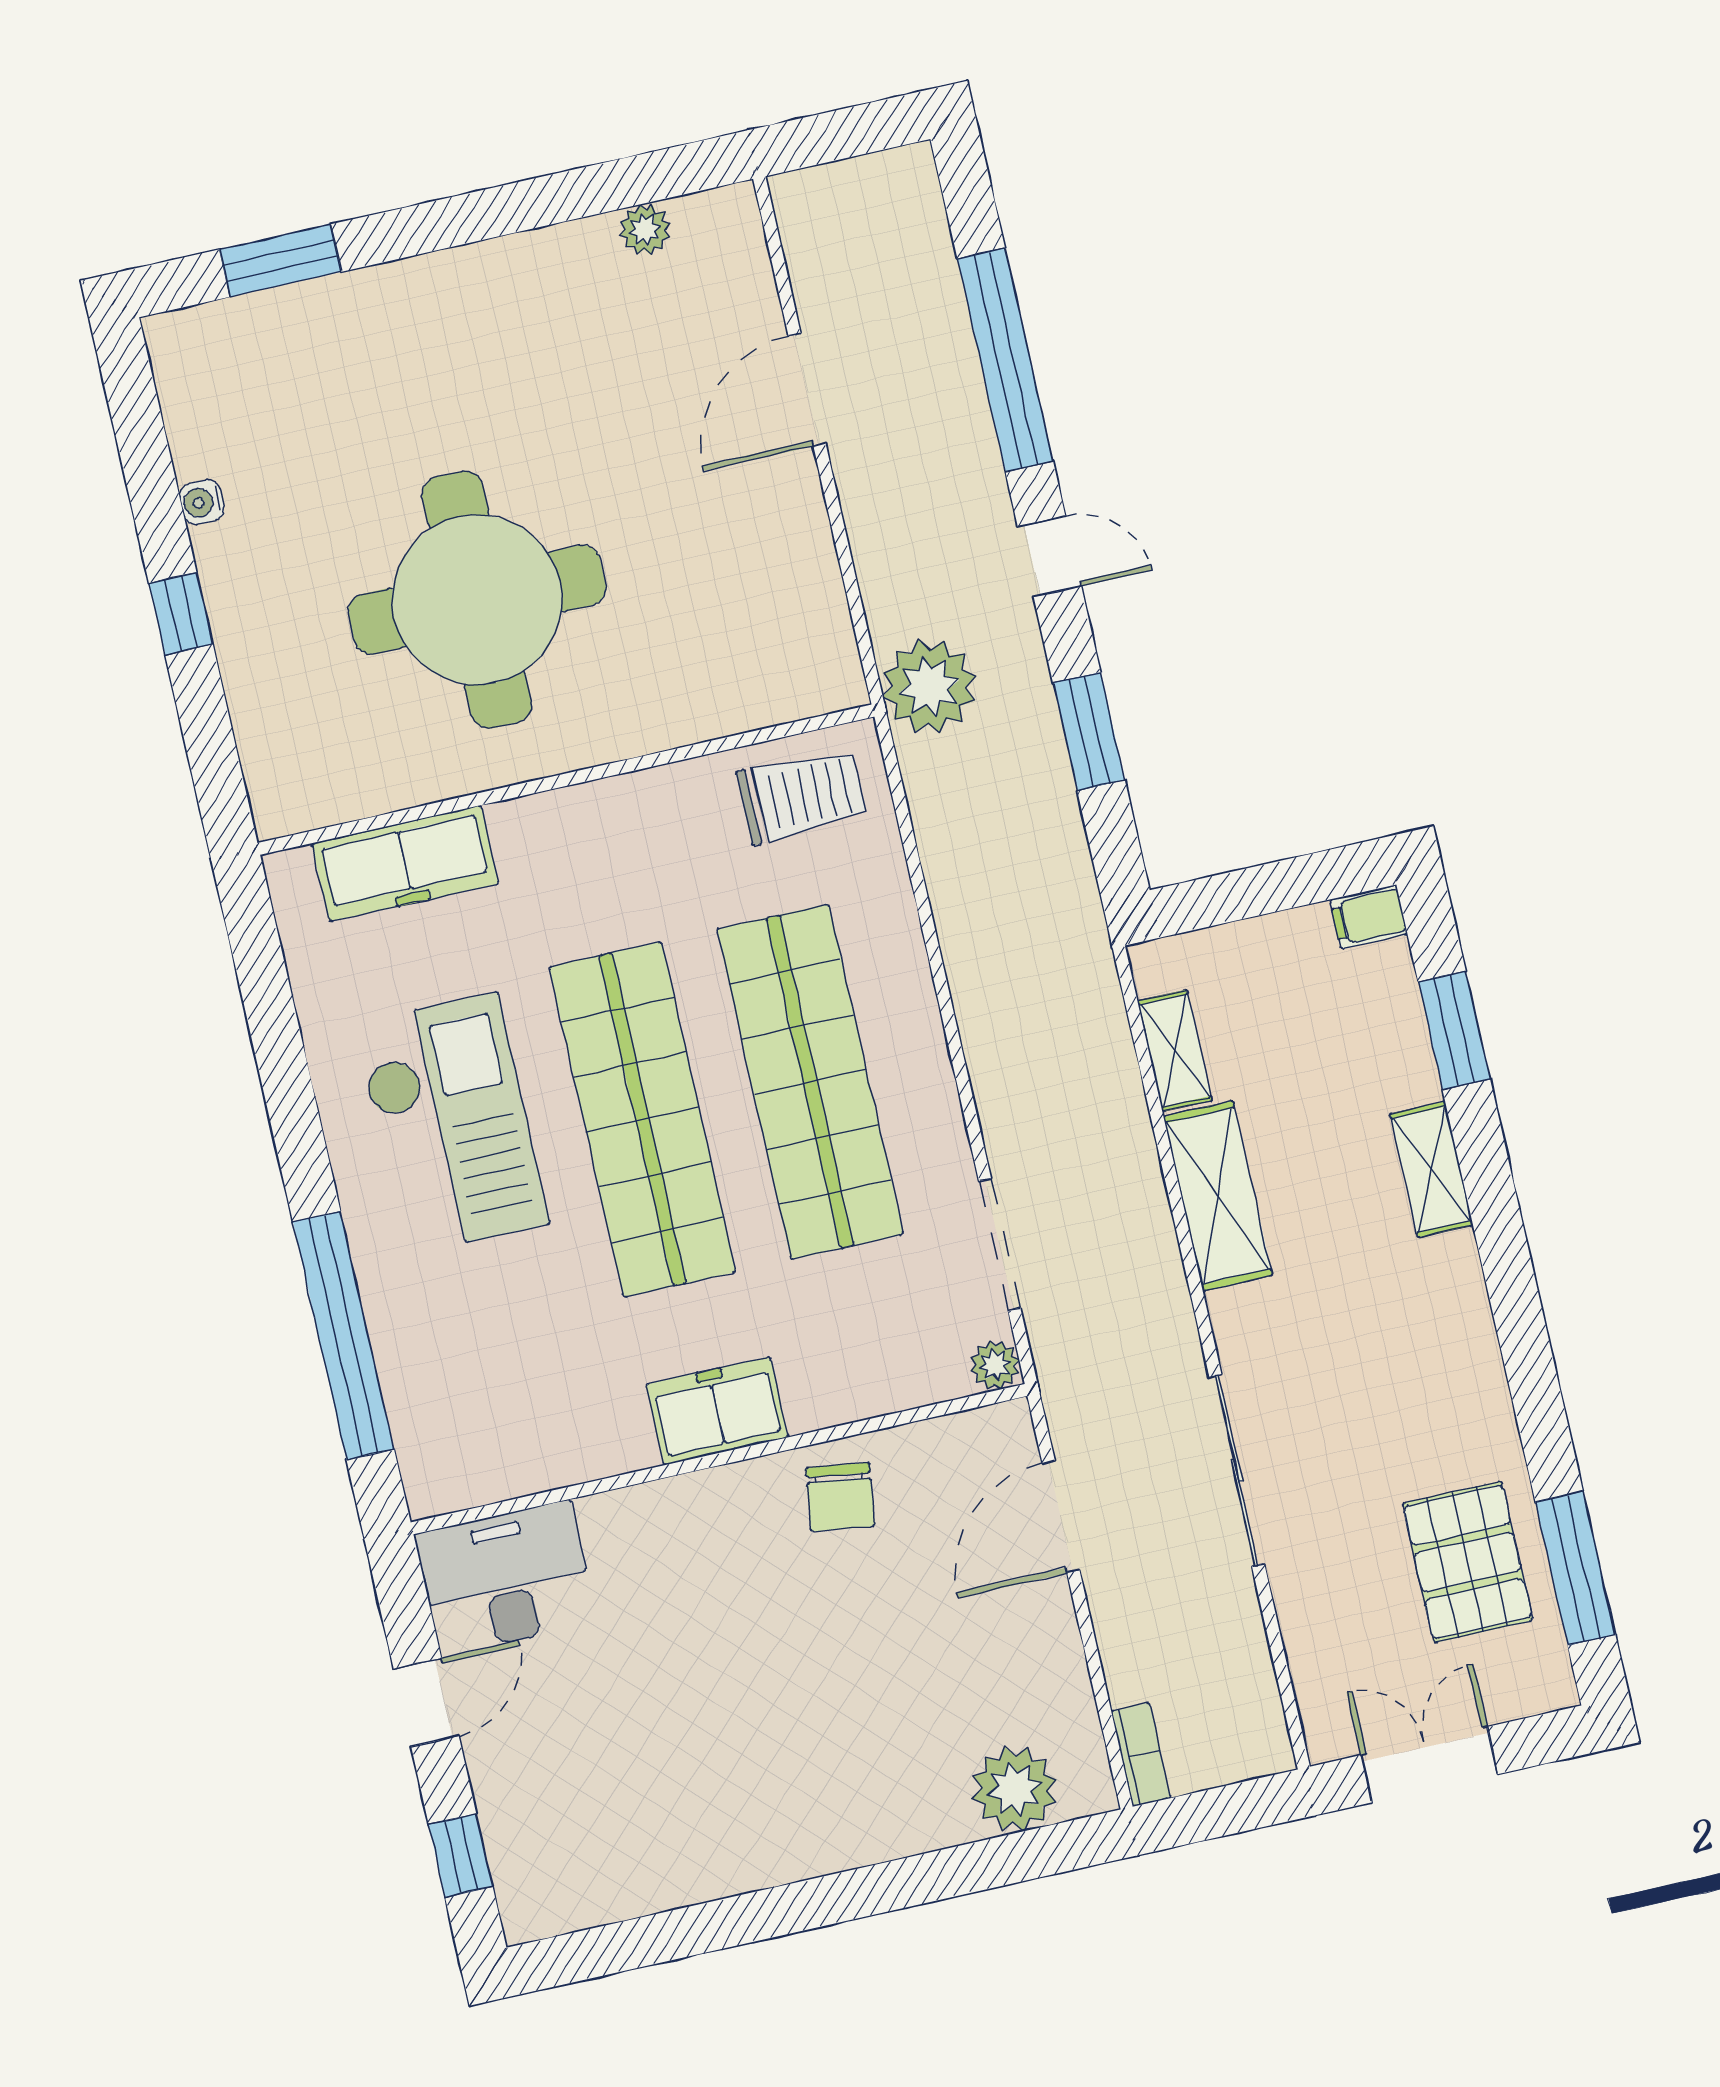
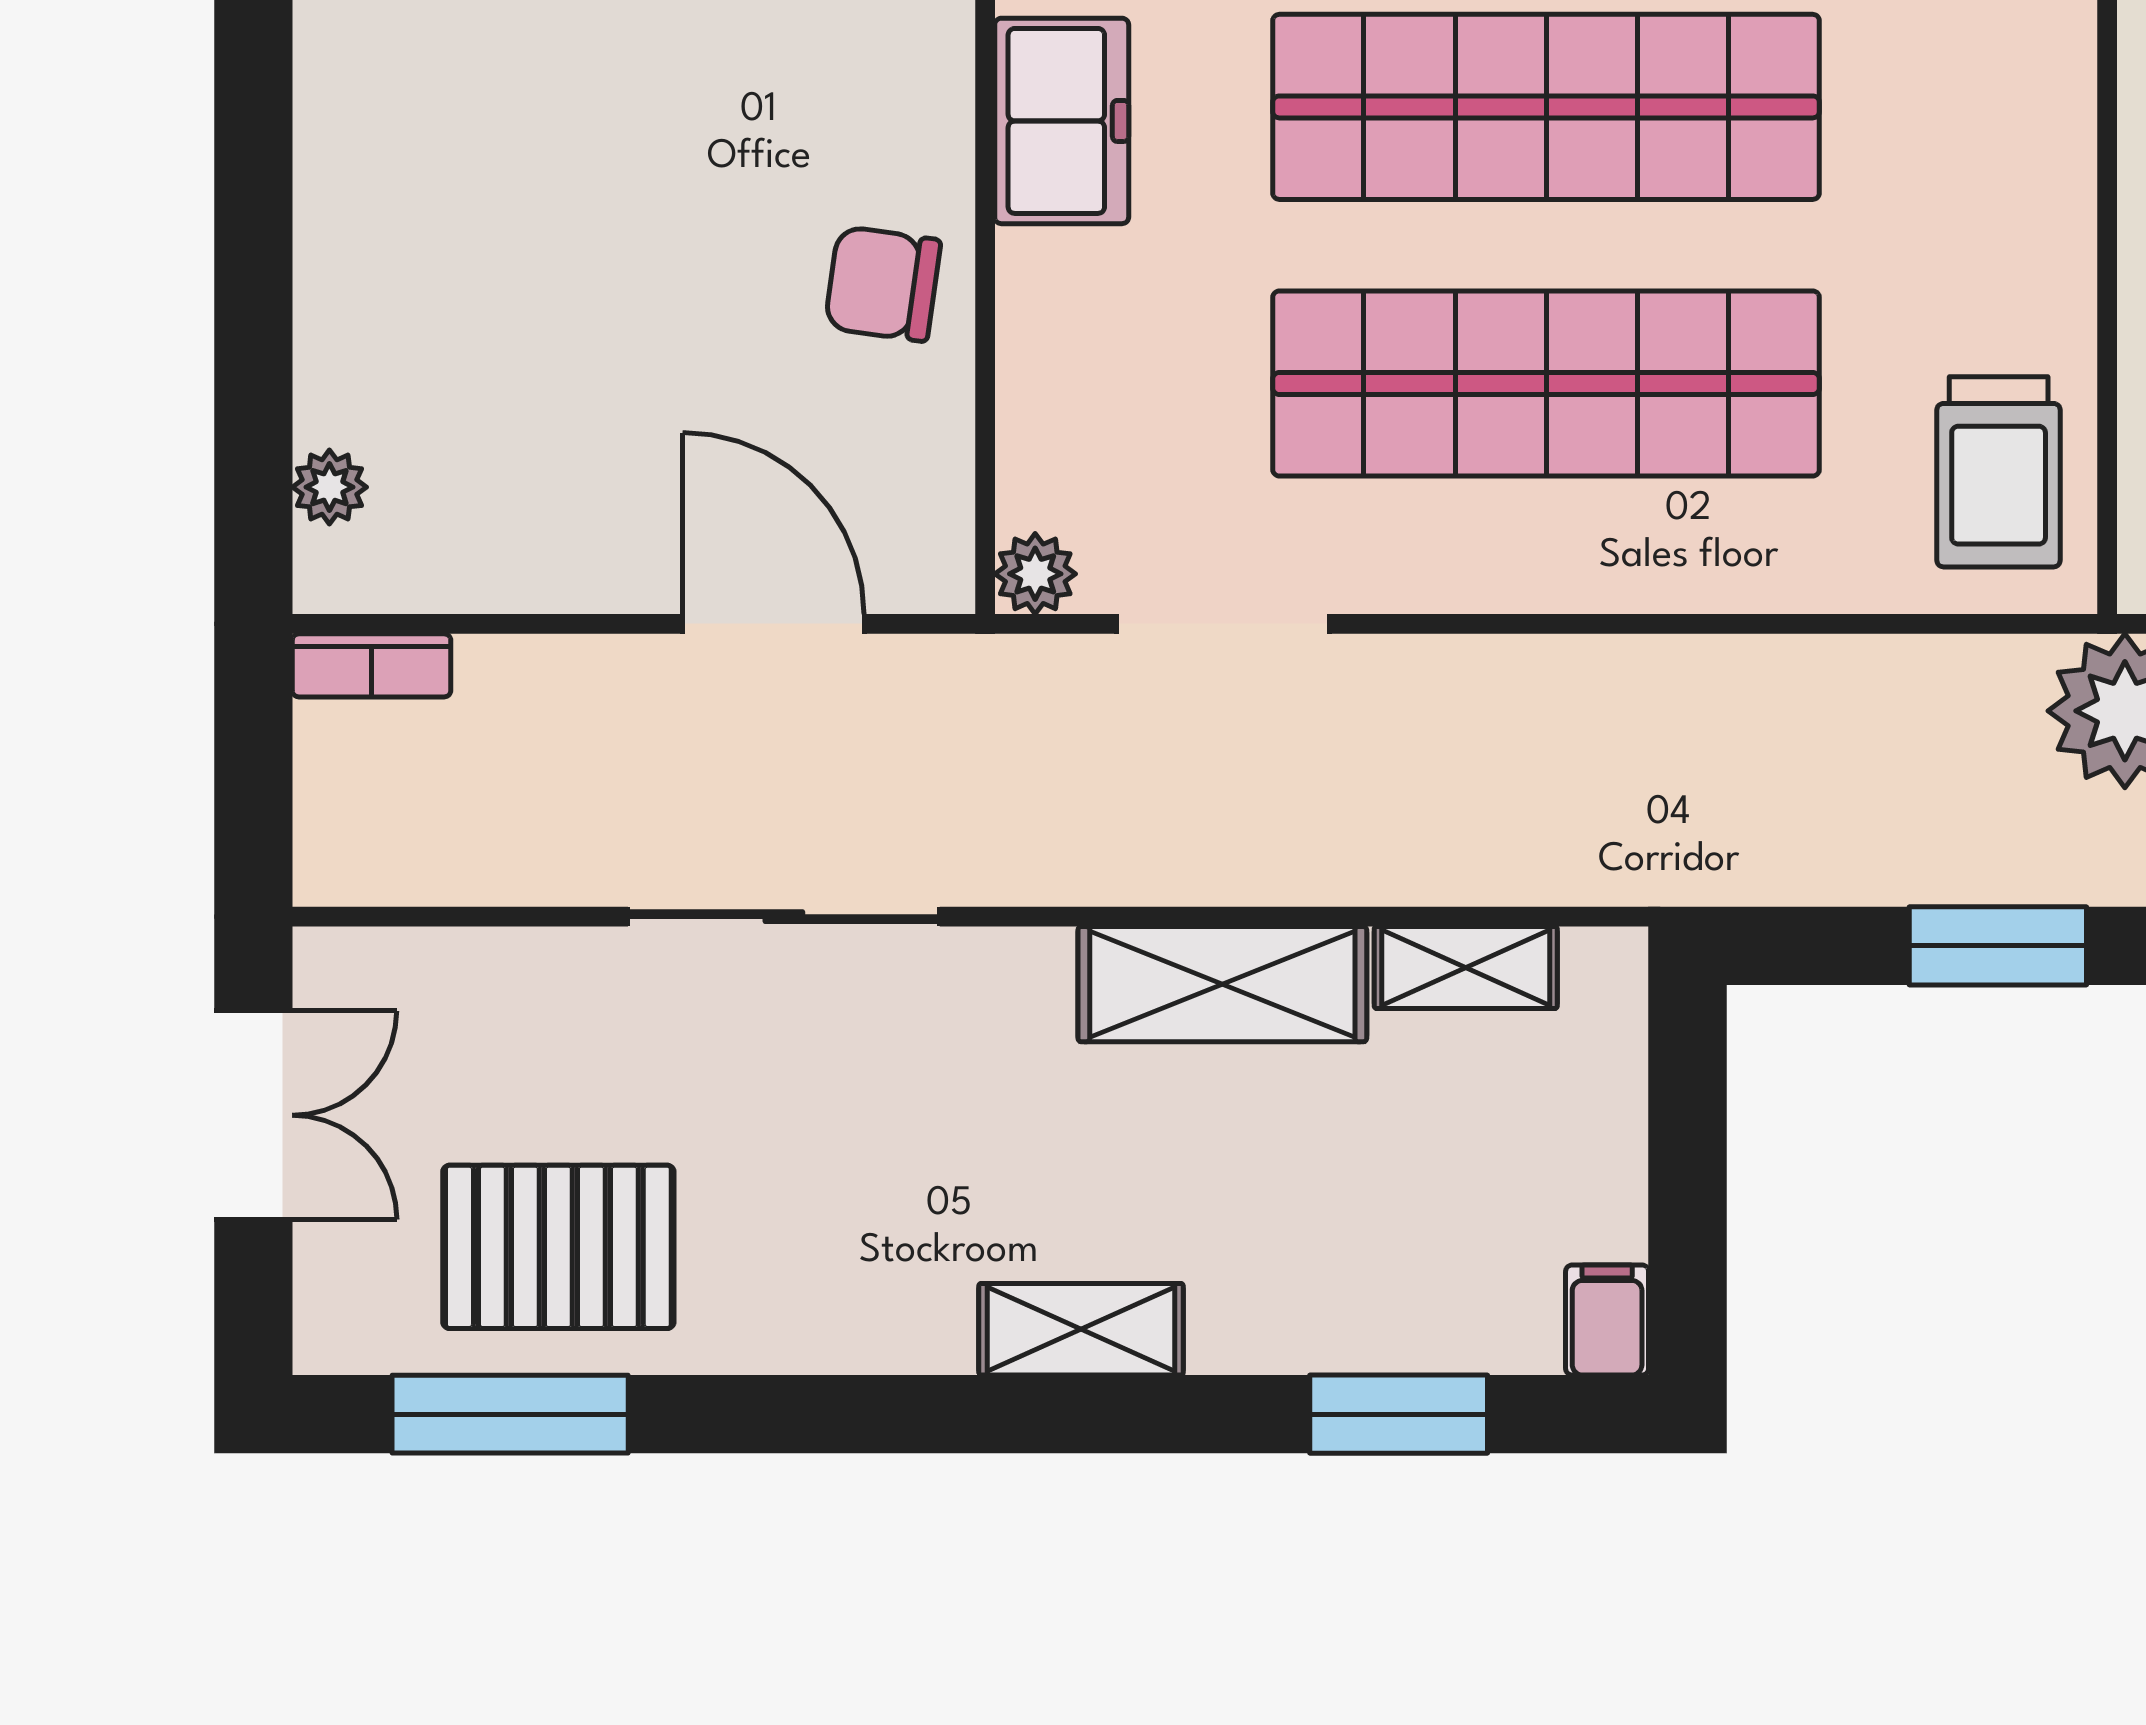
shelving: (1432, 1169) -> (1081, 1329), moved
plant: (1015, 1789) -> (329, 487), width x0.53, depth x0.53

